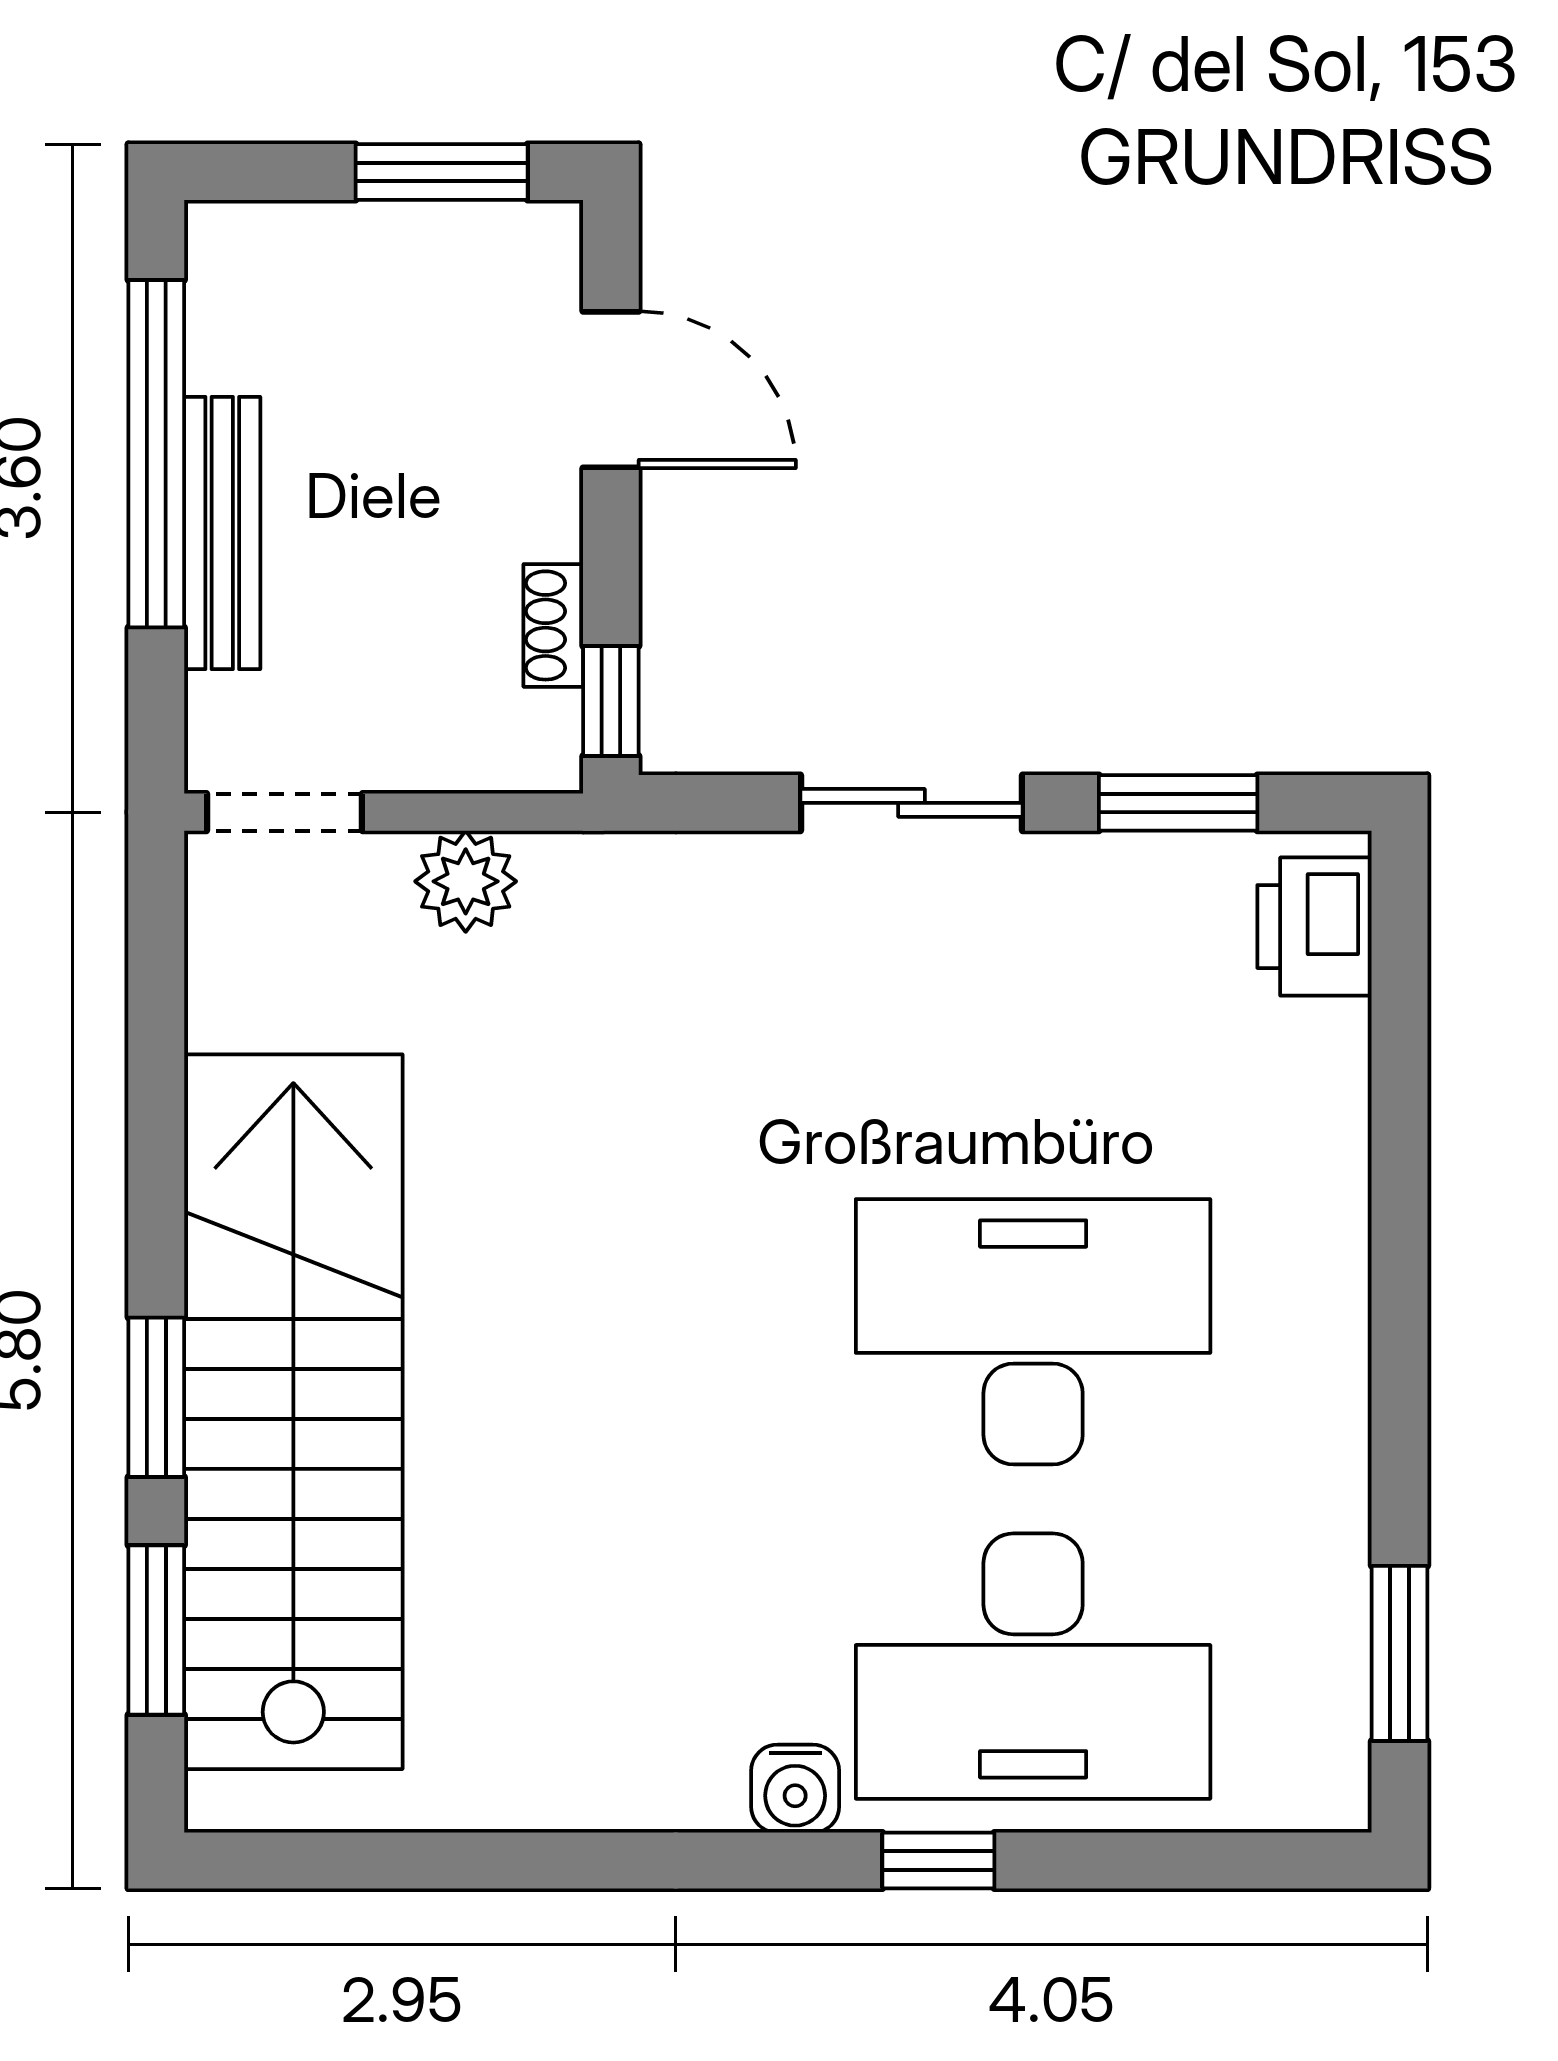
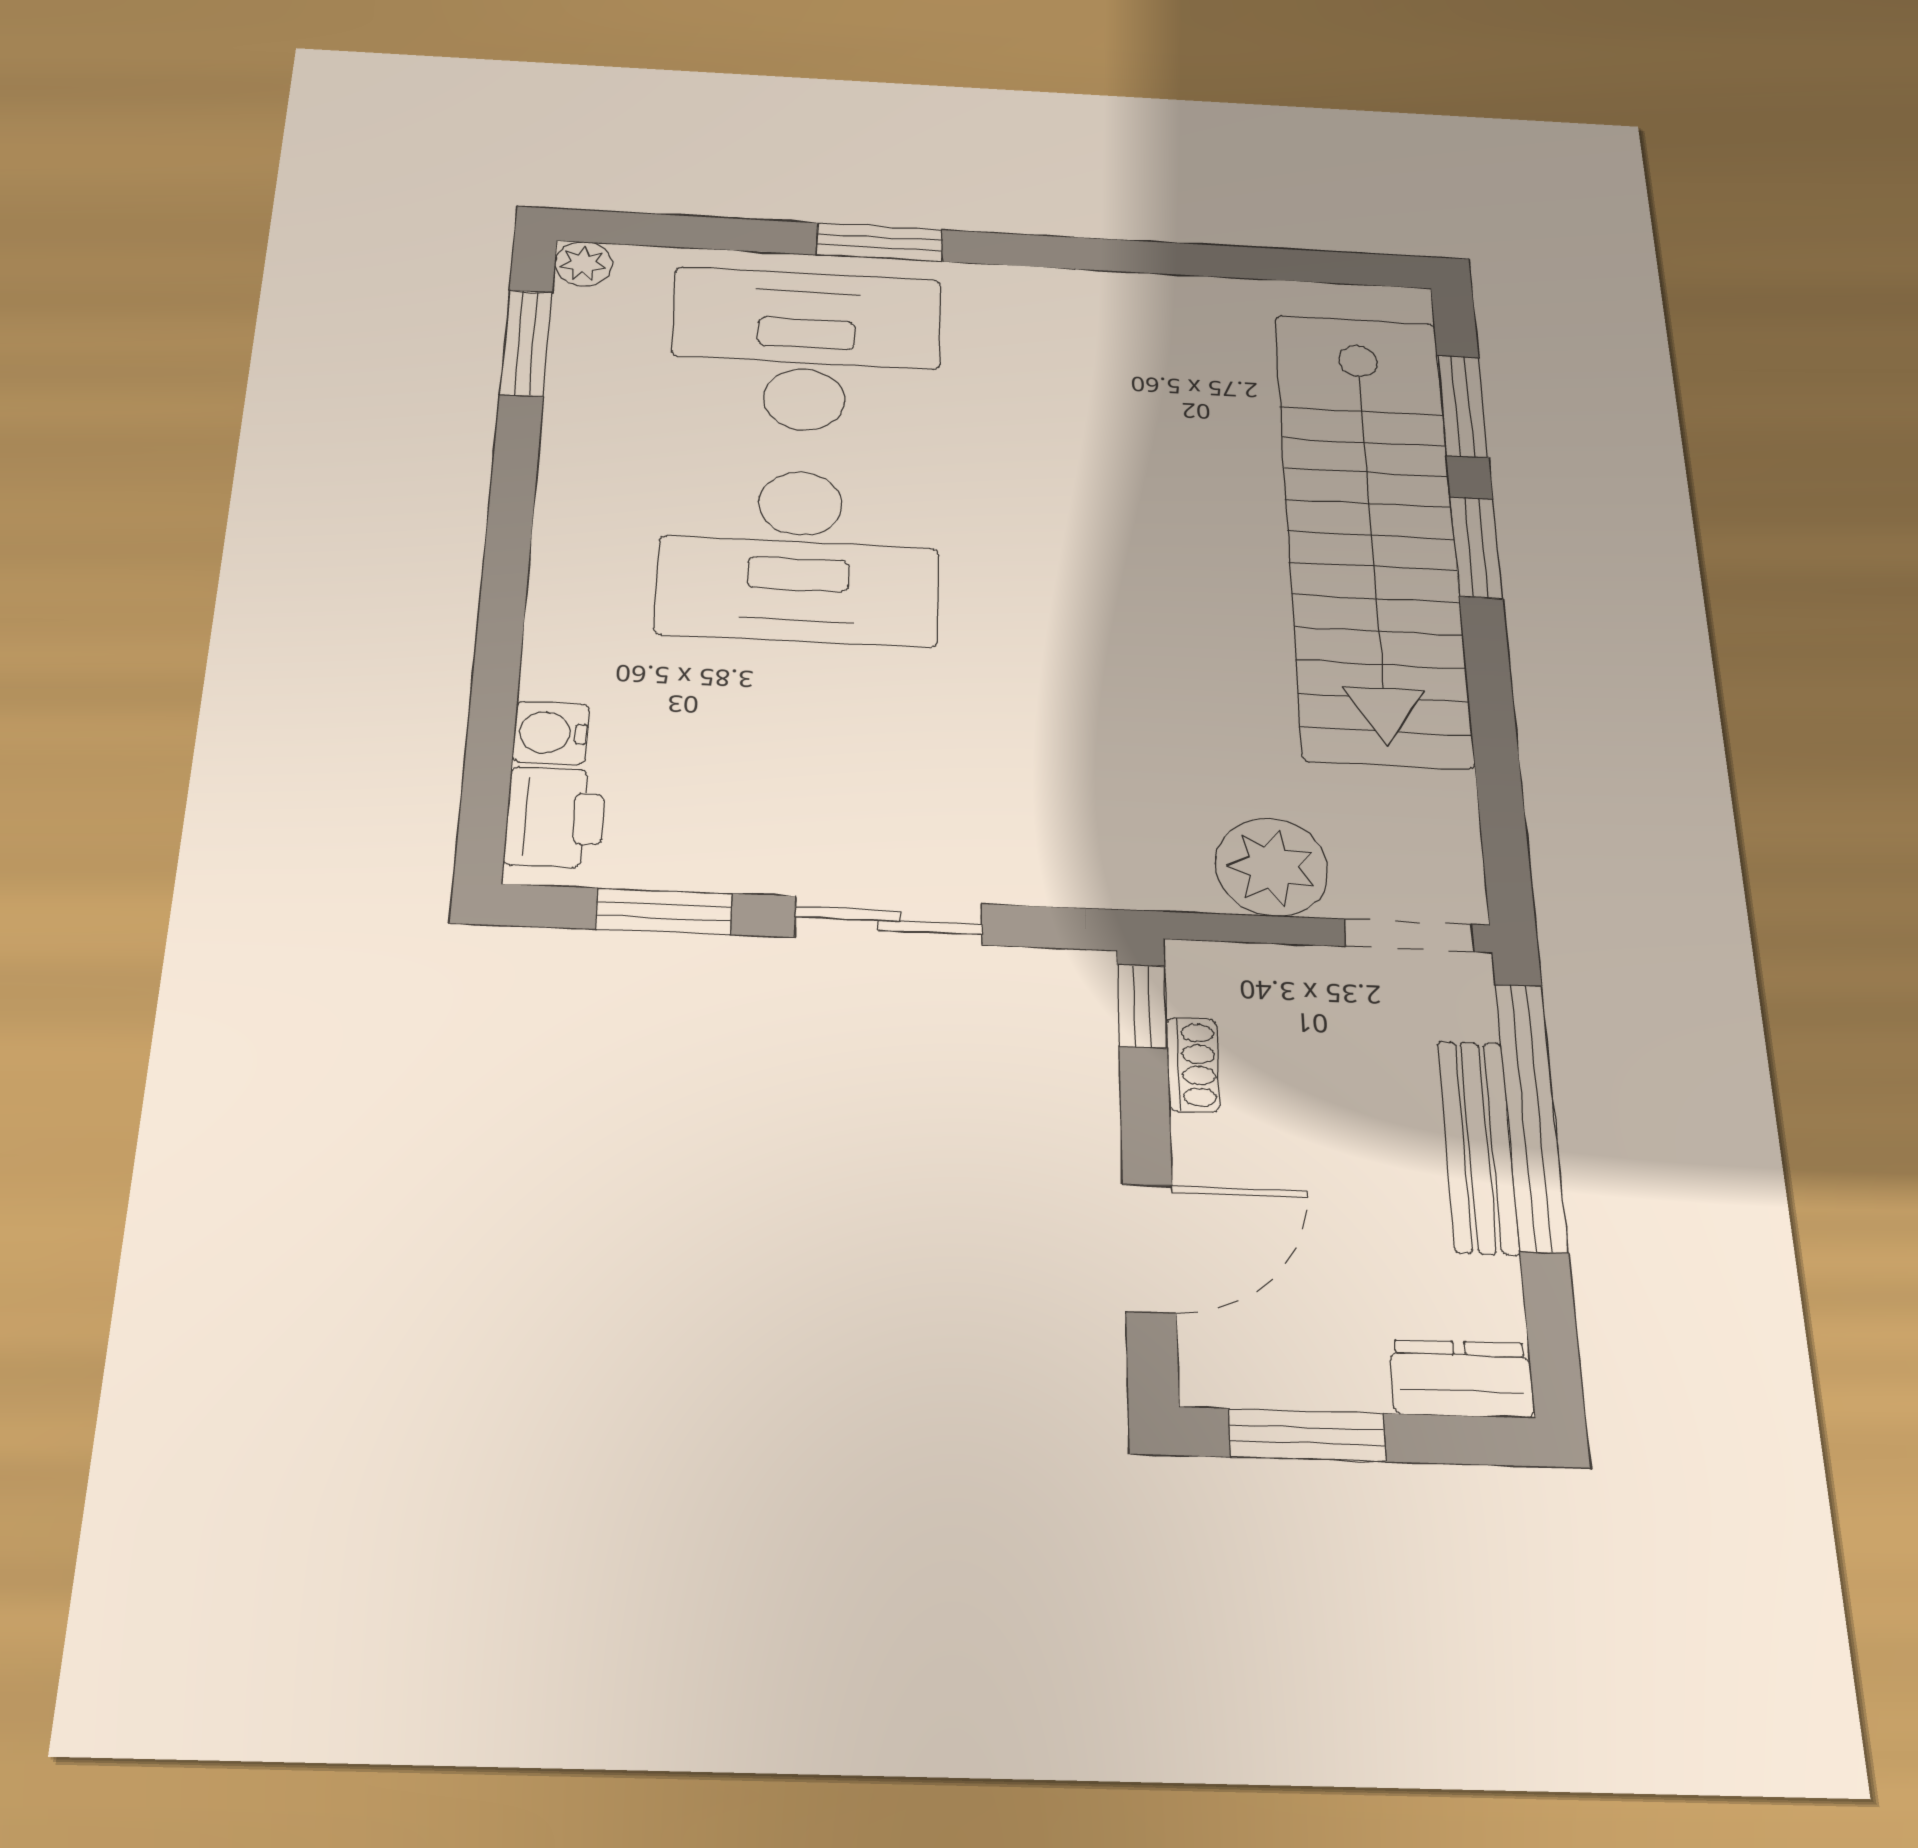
dresser: (264, 244) -> (1461, 1379), added
door: (611, 390) -> (1149, 1248), swing flipped
window: (156, 454) -> (1531, 1116), moved
plant: (466, 881) -> (1272, 867), width x1.36, depth x1.36
water cooler: (795, 1789) -> (551, 733), moved, turned -90
plant: (1334, 1795) -> (583, 264), added
window: (938, 1861) -> (880, 242), width x1.50

